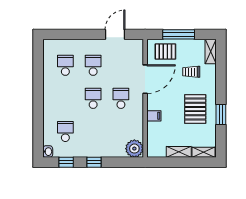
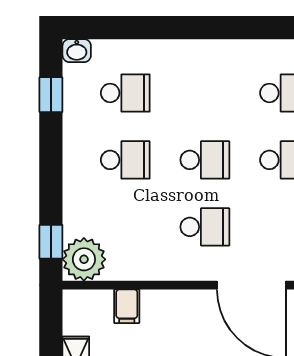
filing cabinet: (154, 116) -> (127, 306), moved
school desk: (93, 131) -> (125, 160), added
window: (94, 162) -> (51, 242), moved

